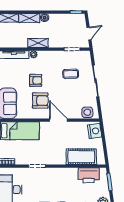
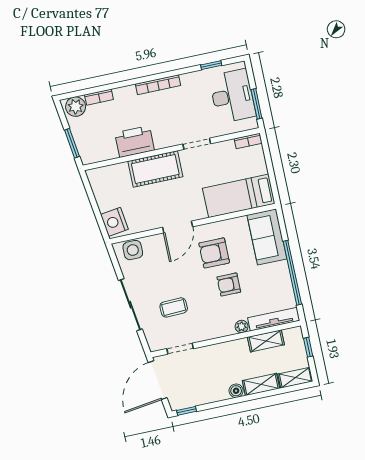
door: (89, 34) -> (158, 380), width x1.87
shelving: (38, 43) -> (266, 341), moved
door: (58, 120) -> (178, 227), hinge flipped
cot: (81, 157) -> (155, 169), moved
printer: (89, 175) -> (135, 142), moved

